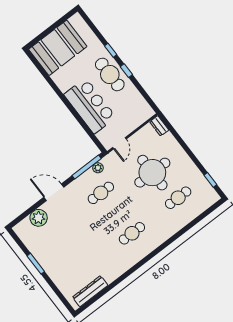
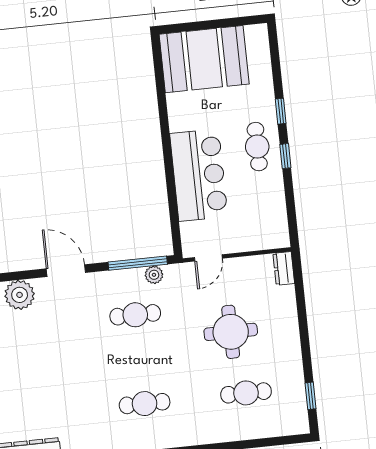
cafe table: (110, 74) -> (257, 147), width x0.73, depth x0.74
round table: (152, 173) -> (231, 332), width x0.73, depth x0.73

